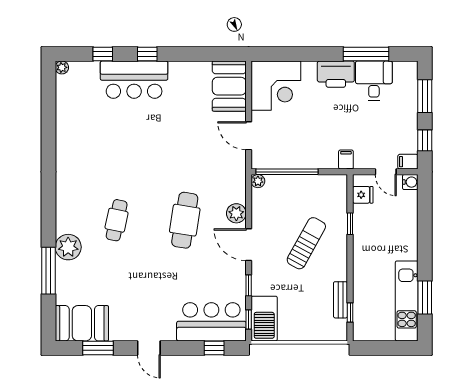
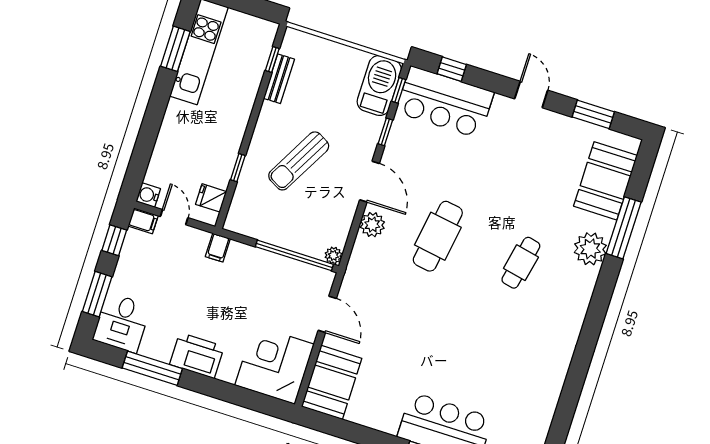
desk: (374, 81) -> (122, 323), moved
booth: (82, 323) -> (605, 181), moved, turned 90

